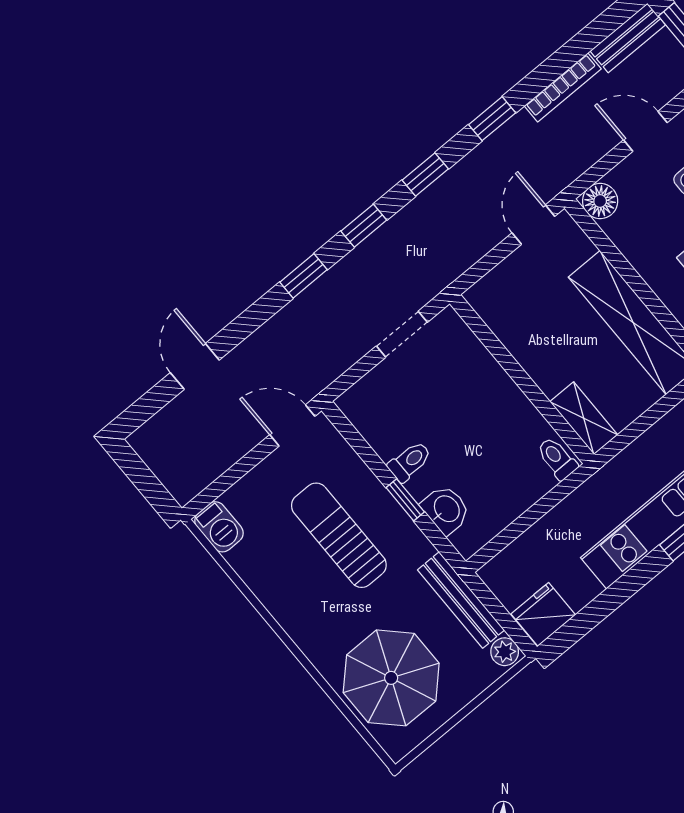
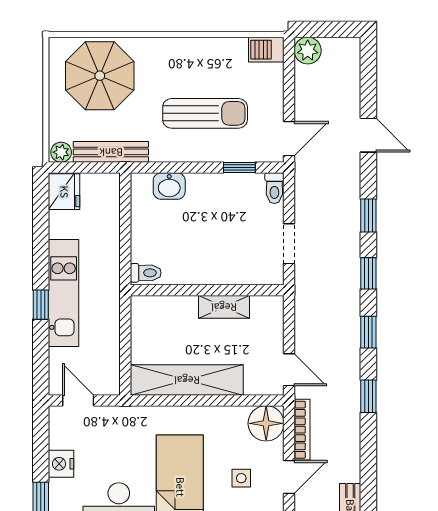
bookcase: (563, 87) -> (302, 430), moved, turned 180
floor lamp: (600, 201) -> (266, 423), width x1.38, depth x1.38
door: (195, 366) -> (368, 135), moved
shelving: (584, 418) -> (224, 307), moved
toilet: (410, 461) -> (274, 188), moved
plant: (184, 483) -> (308, 51), added
window: (405, 500) -> (239, 168), moved

